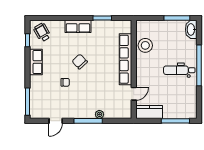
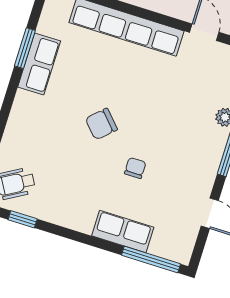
row of seats: (78, 26) -> (39, 64), moved
row of seats: (36, 62) -> (123, 231), moved

